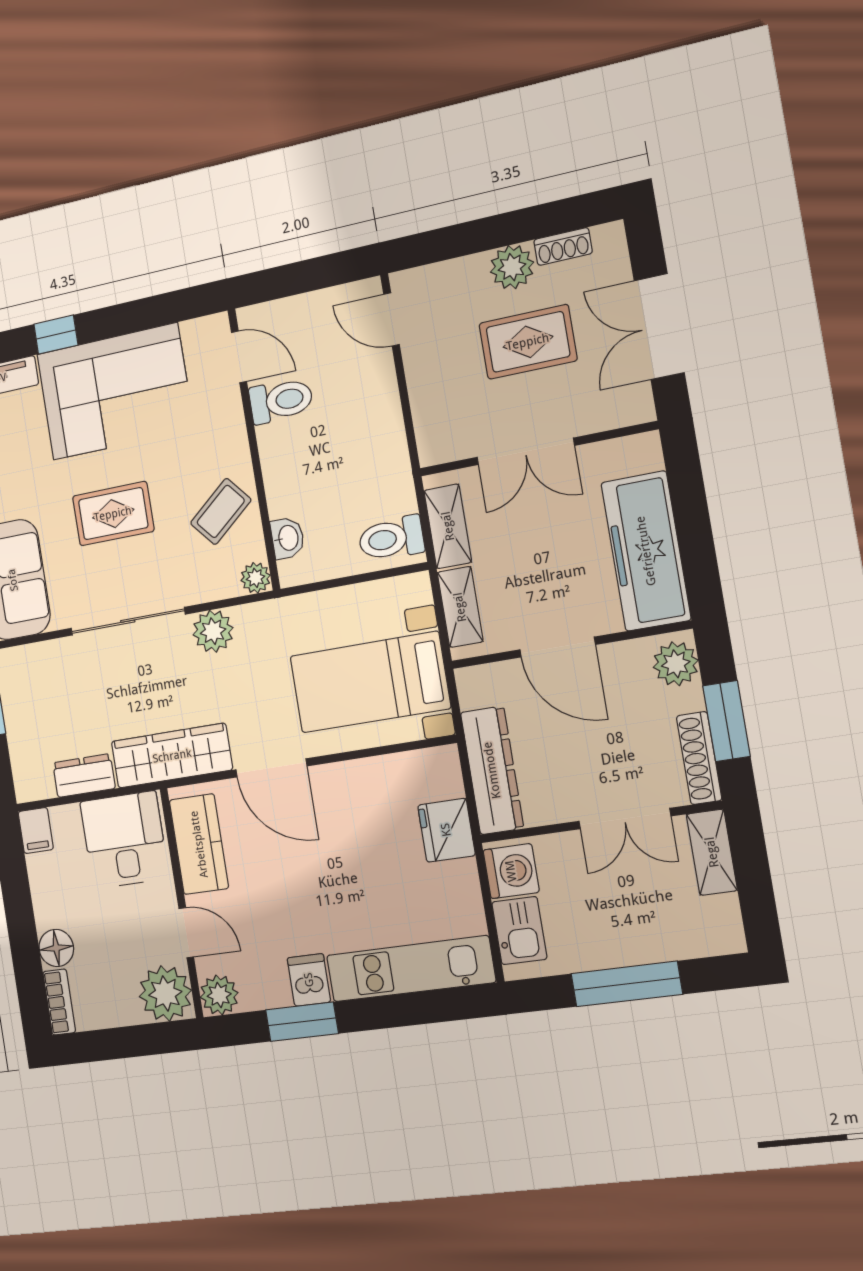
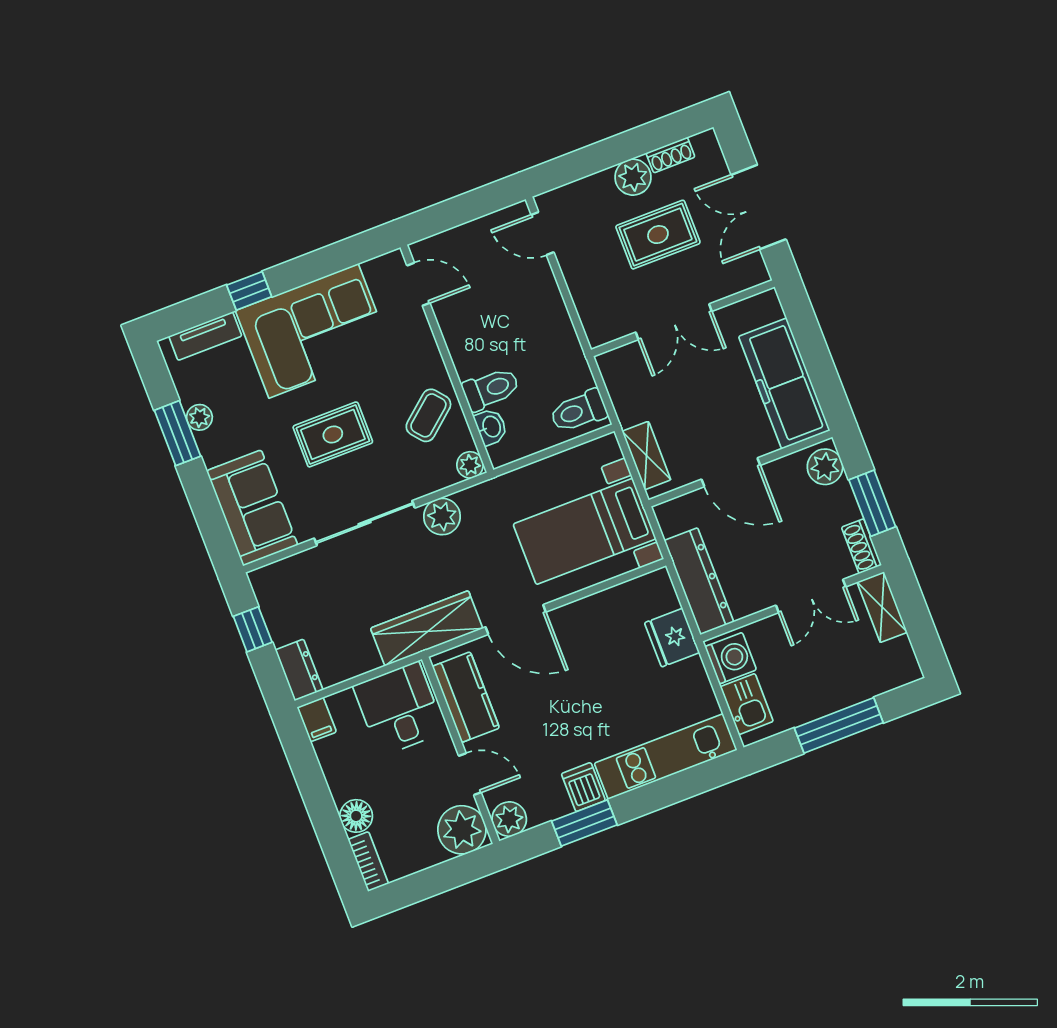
toilet: (281, 401) -> (491, 389), moved
shelving: (448, 526) -> (623, 393), removed
shoe rack: (699, 758) -> (861, 546), width x0.70
dresser: (84, 776) -> (299, 670), moved, turned 90

